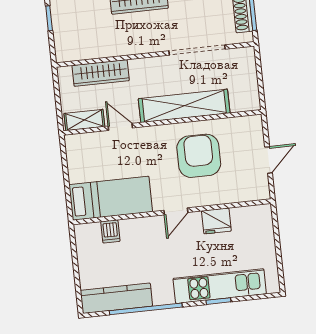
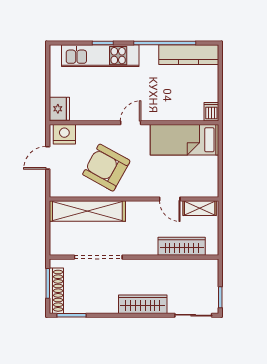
shelving: (184, 106) -> (87, 211), moved
armchair: (199, 156) -> (106, 168), turned 119
nightstand: (252, 190) -> (64, 134), added
fridge: (216, 221) -> (59, 109), moved, turned 90
dishwasher: (110, 231) -> (211, 112), moved

